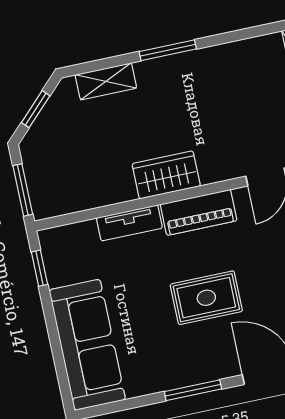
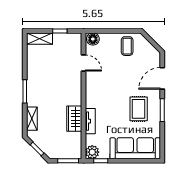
wardrobe: (166, 175) -> (74, 119), moved
piano: (199, 212) -> (92, 93), removed
plant: (56, 243) -> (92, 152), added
rug: (206, 298) -> (139, 109), moved

